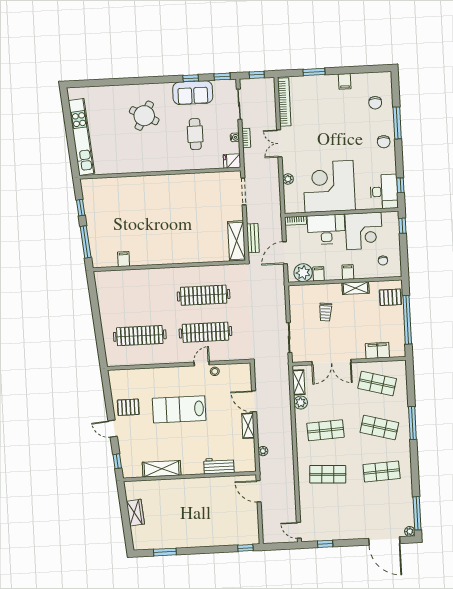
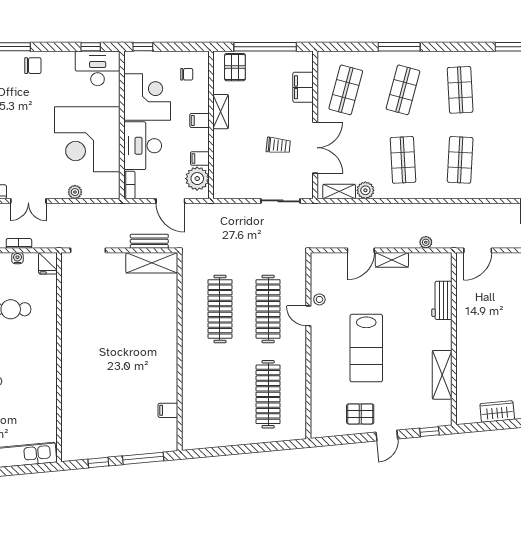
trolley: (325, 312) -> (278, 145), moved
pallet: (128, 407) -> (360, 414), turned 90

